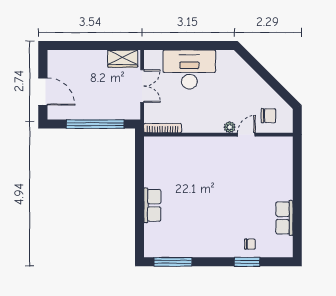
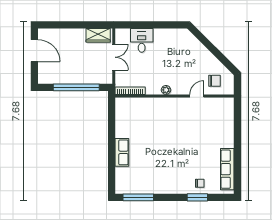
desk: (189, 70) -> (142, 40), width x0.53, depth x0.77
door: (43, 92) -> (34, 51), moved
plant: (230, 127) -> (166, 90), moved
row of seats: (284, 218) -> (227, 169), width x1.48

